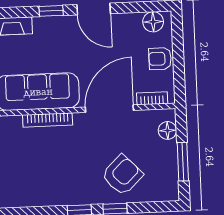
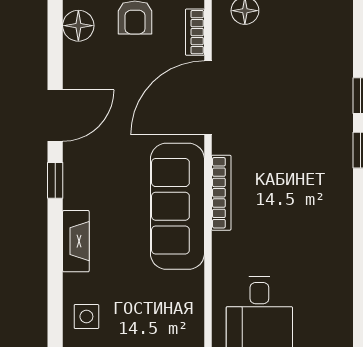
door: (109, 109) -> (208, 98), hinge flipped
armchair: (122, 175) -> (310, 82), removed

